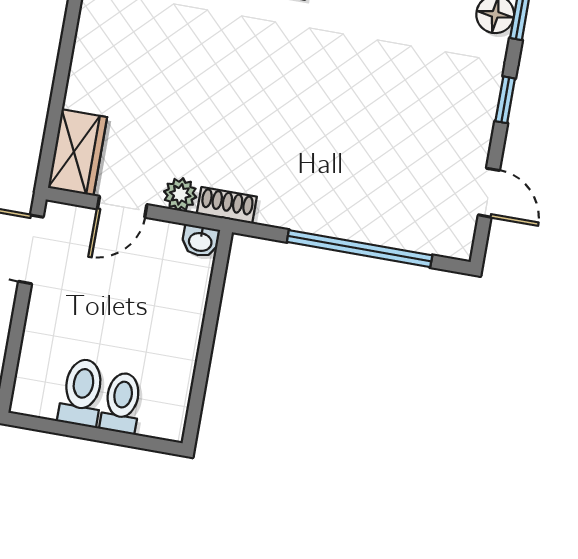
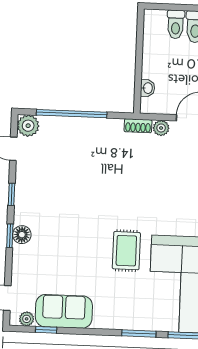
plant: (452, 236) -> (28, 126), added
washbasin: (200, 241) -> (148, 88), moved, turned 90

